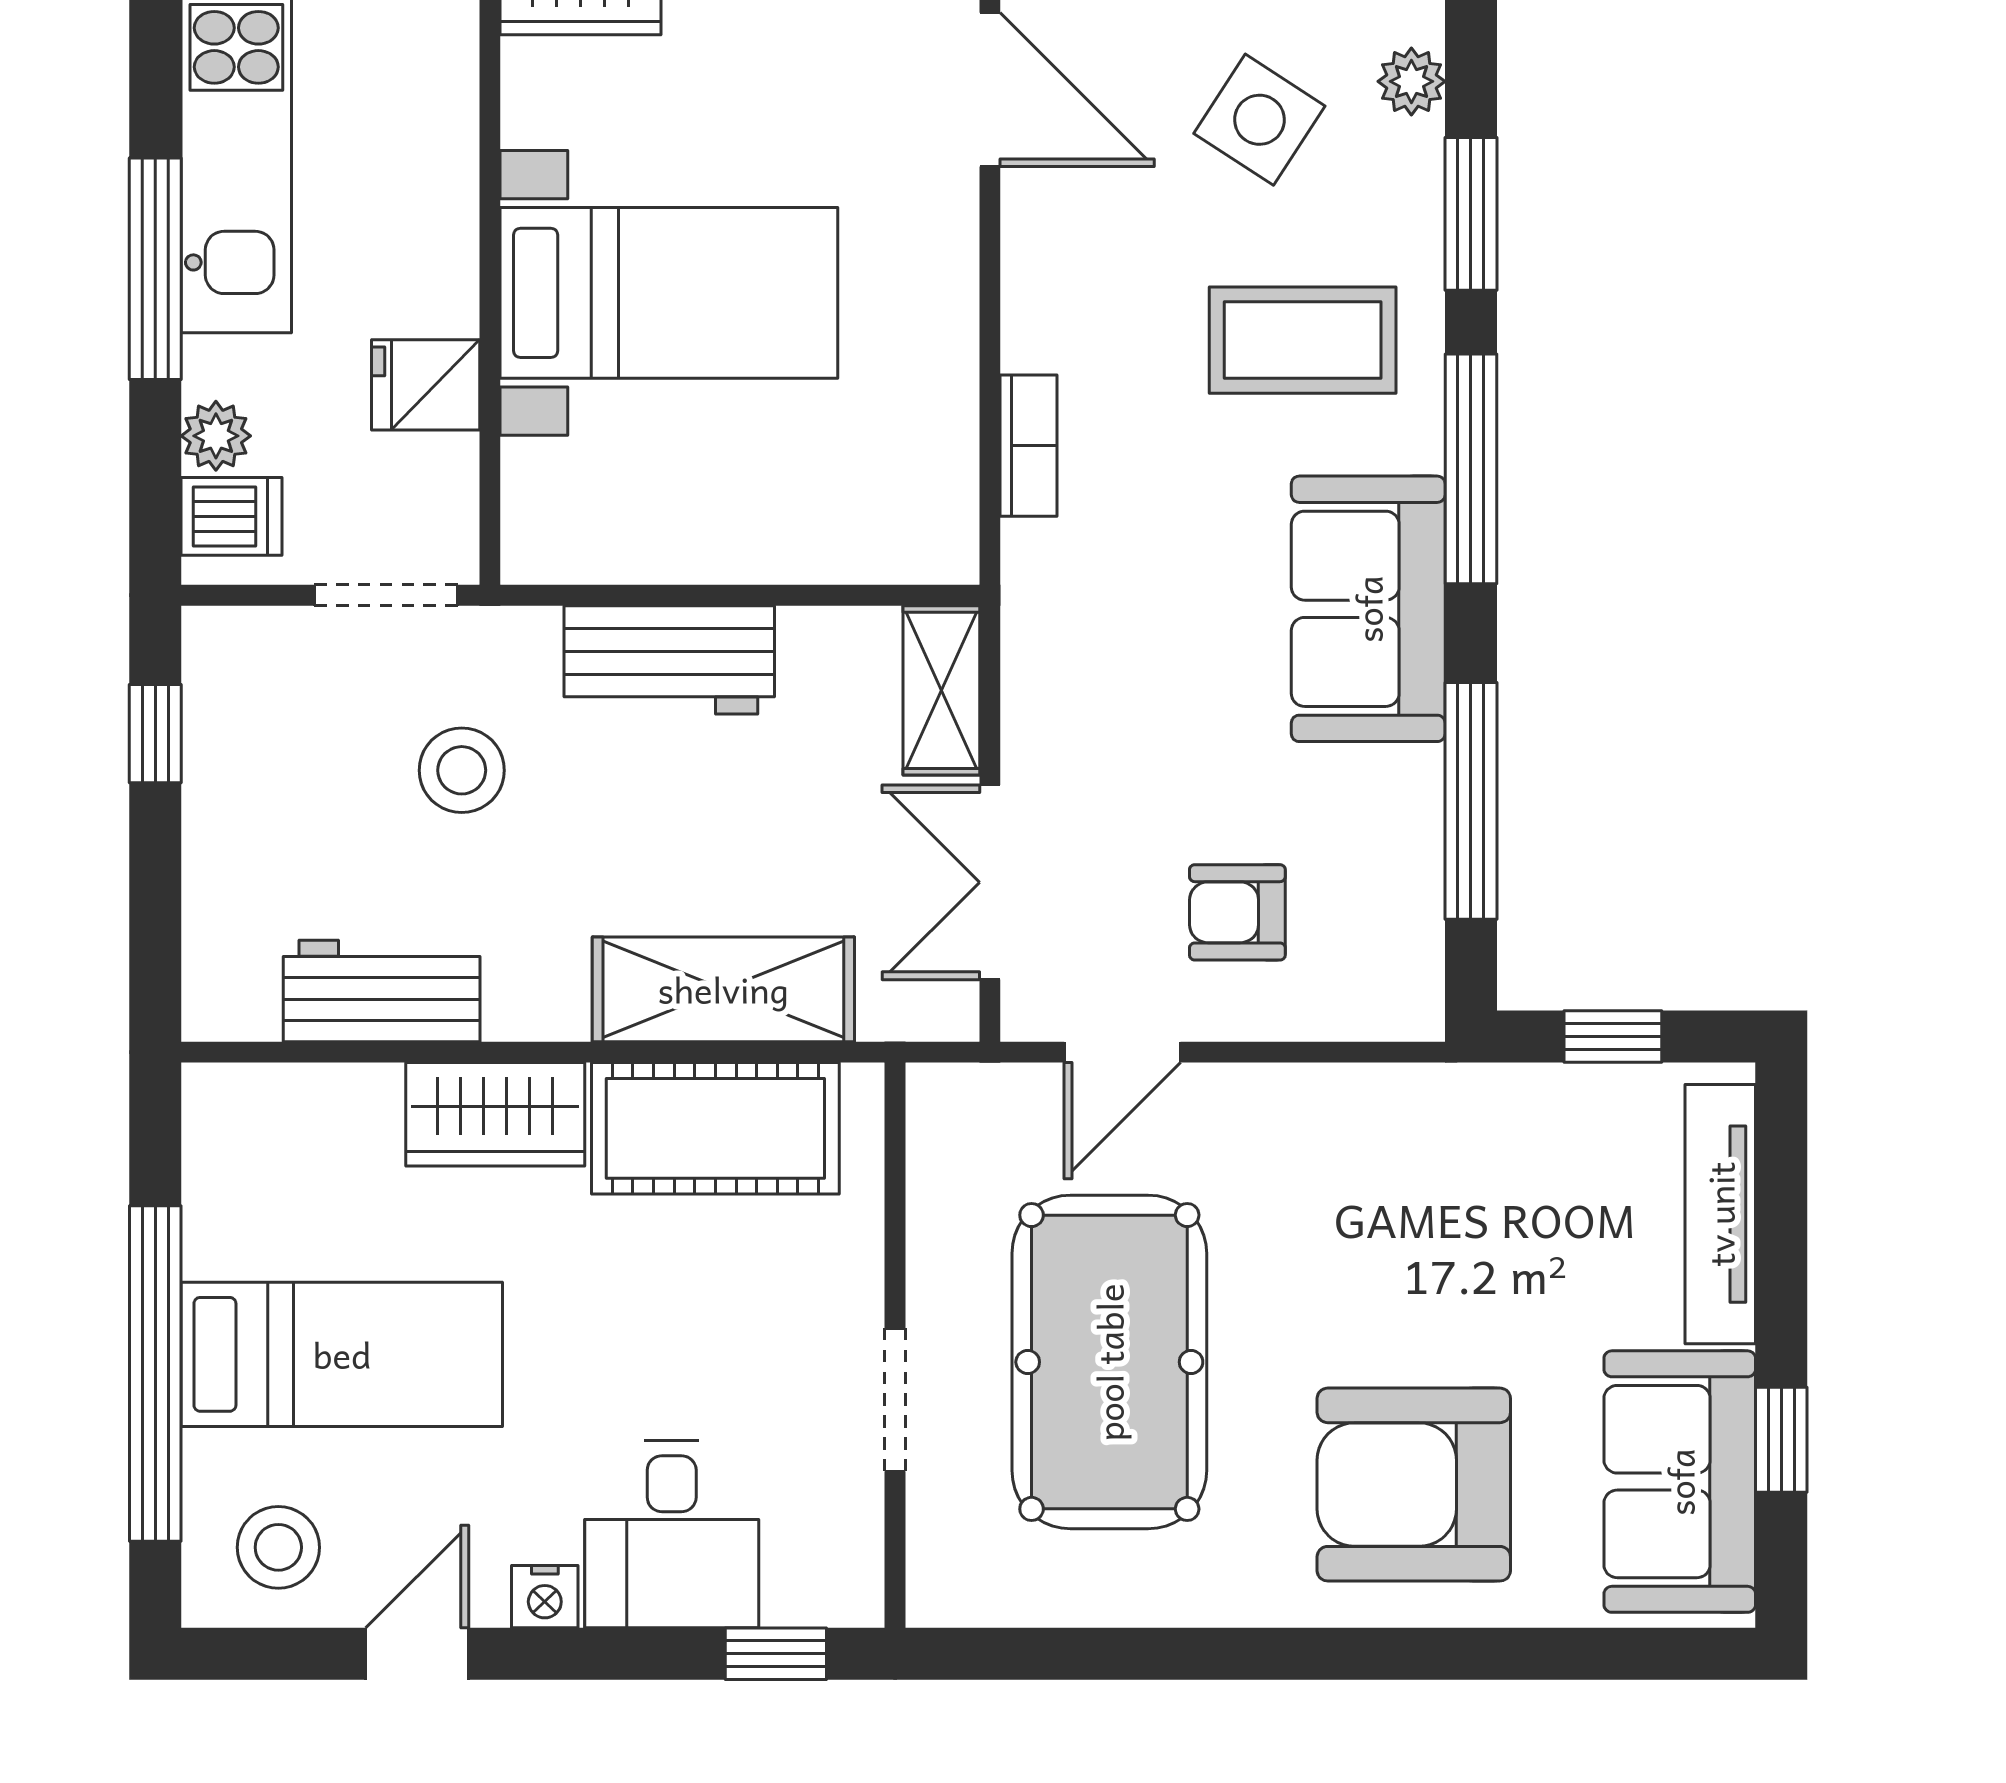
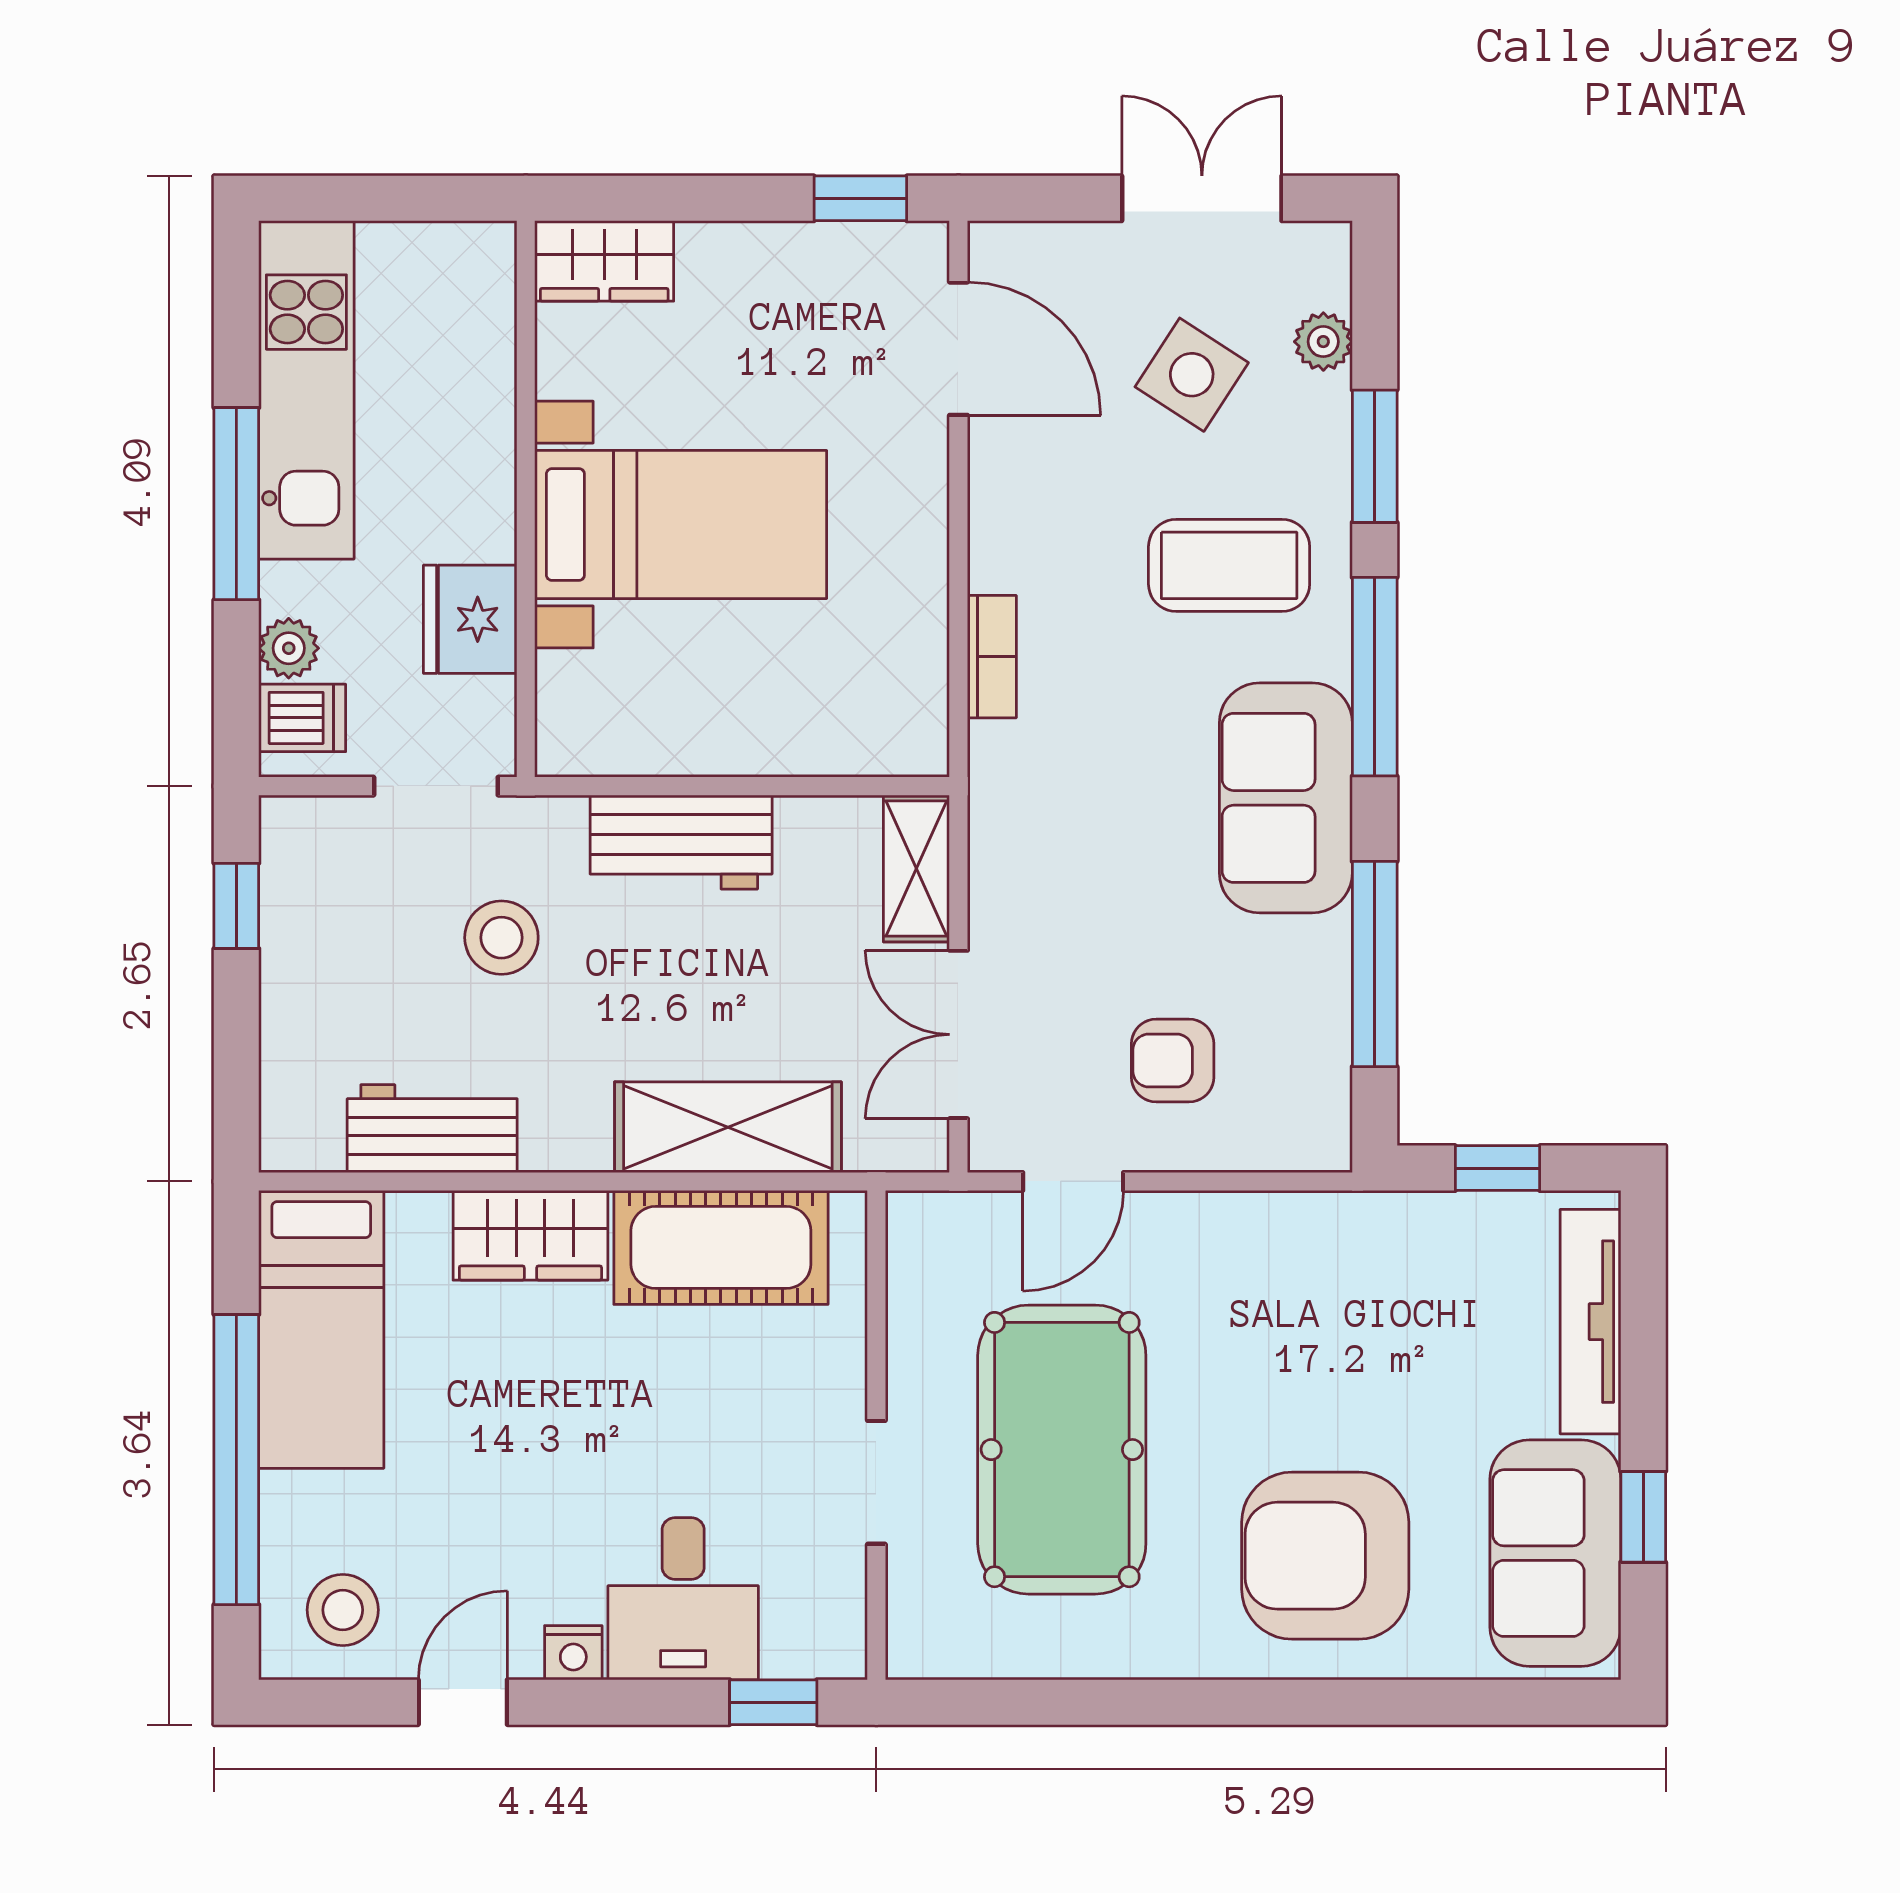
fridge: (426, 385) -> (470, 619), width x1.38
bed: (342, 1354) -> (321, 1329), moved, turned 90

